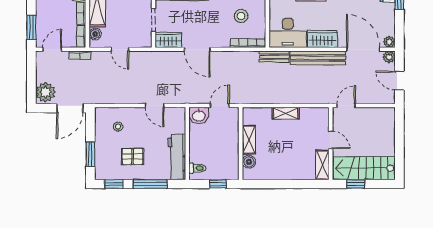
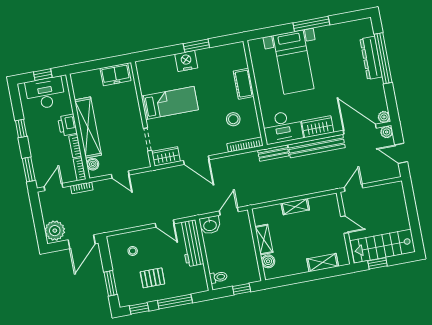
workbench: (177, 157) -> (191, 243), moved
shelving: (322, 165) -> (323, 263), moved, turned 90

